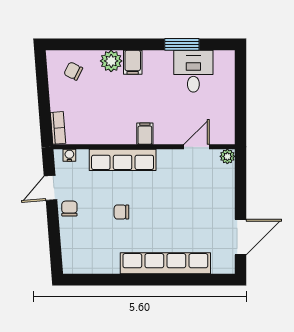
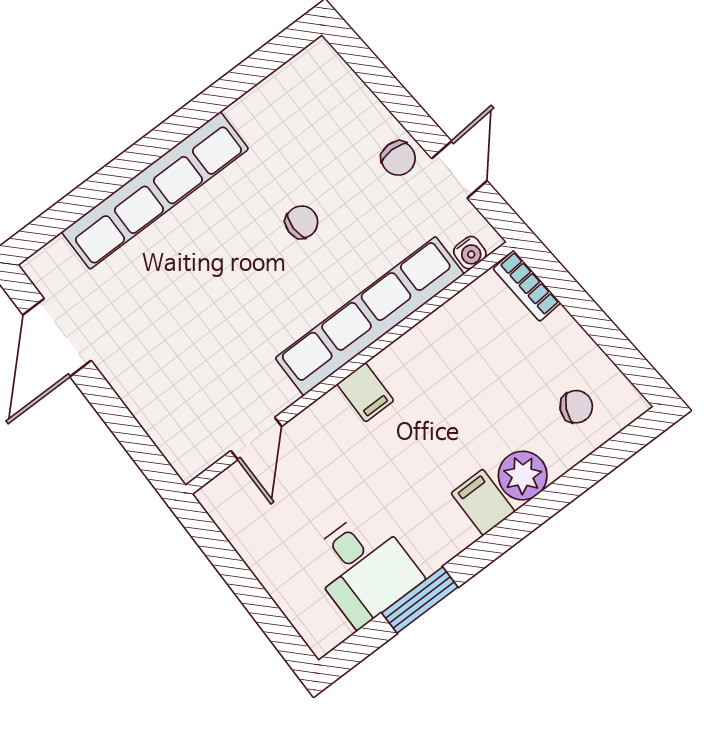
plant: (227, 156) -> (189, 463), removed
row of seats: (123, 160) -> (370, 316), width x1.36

